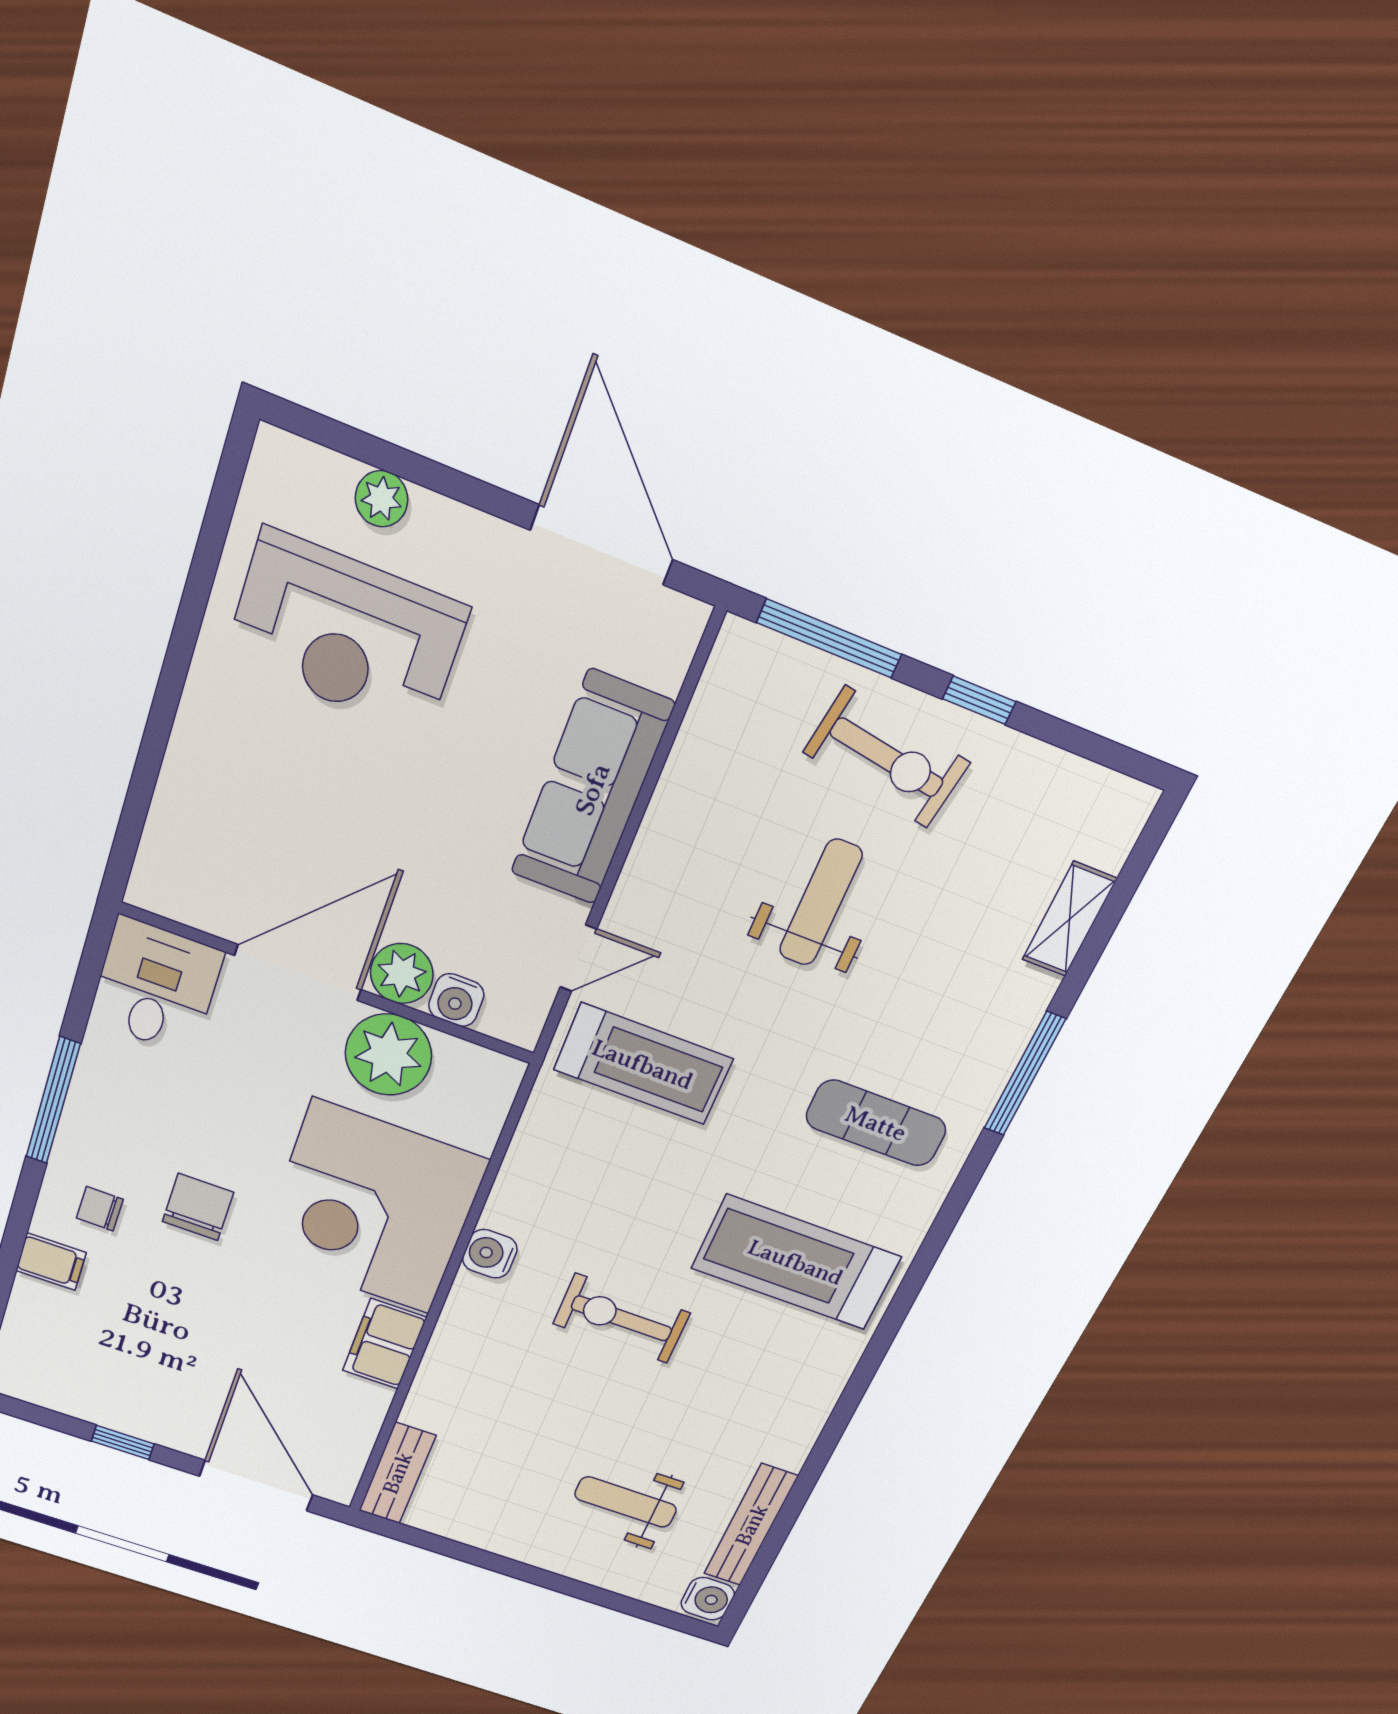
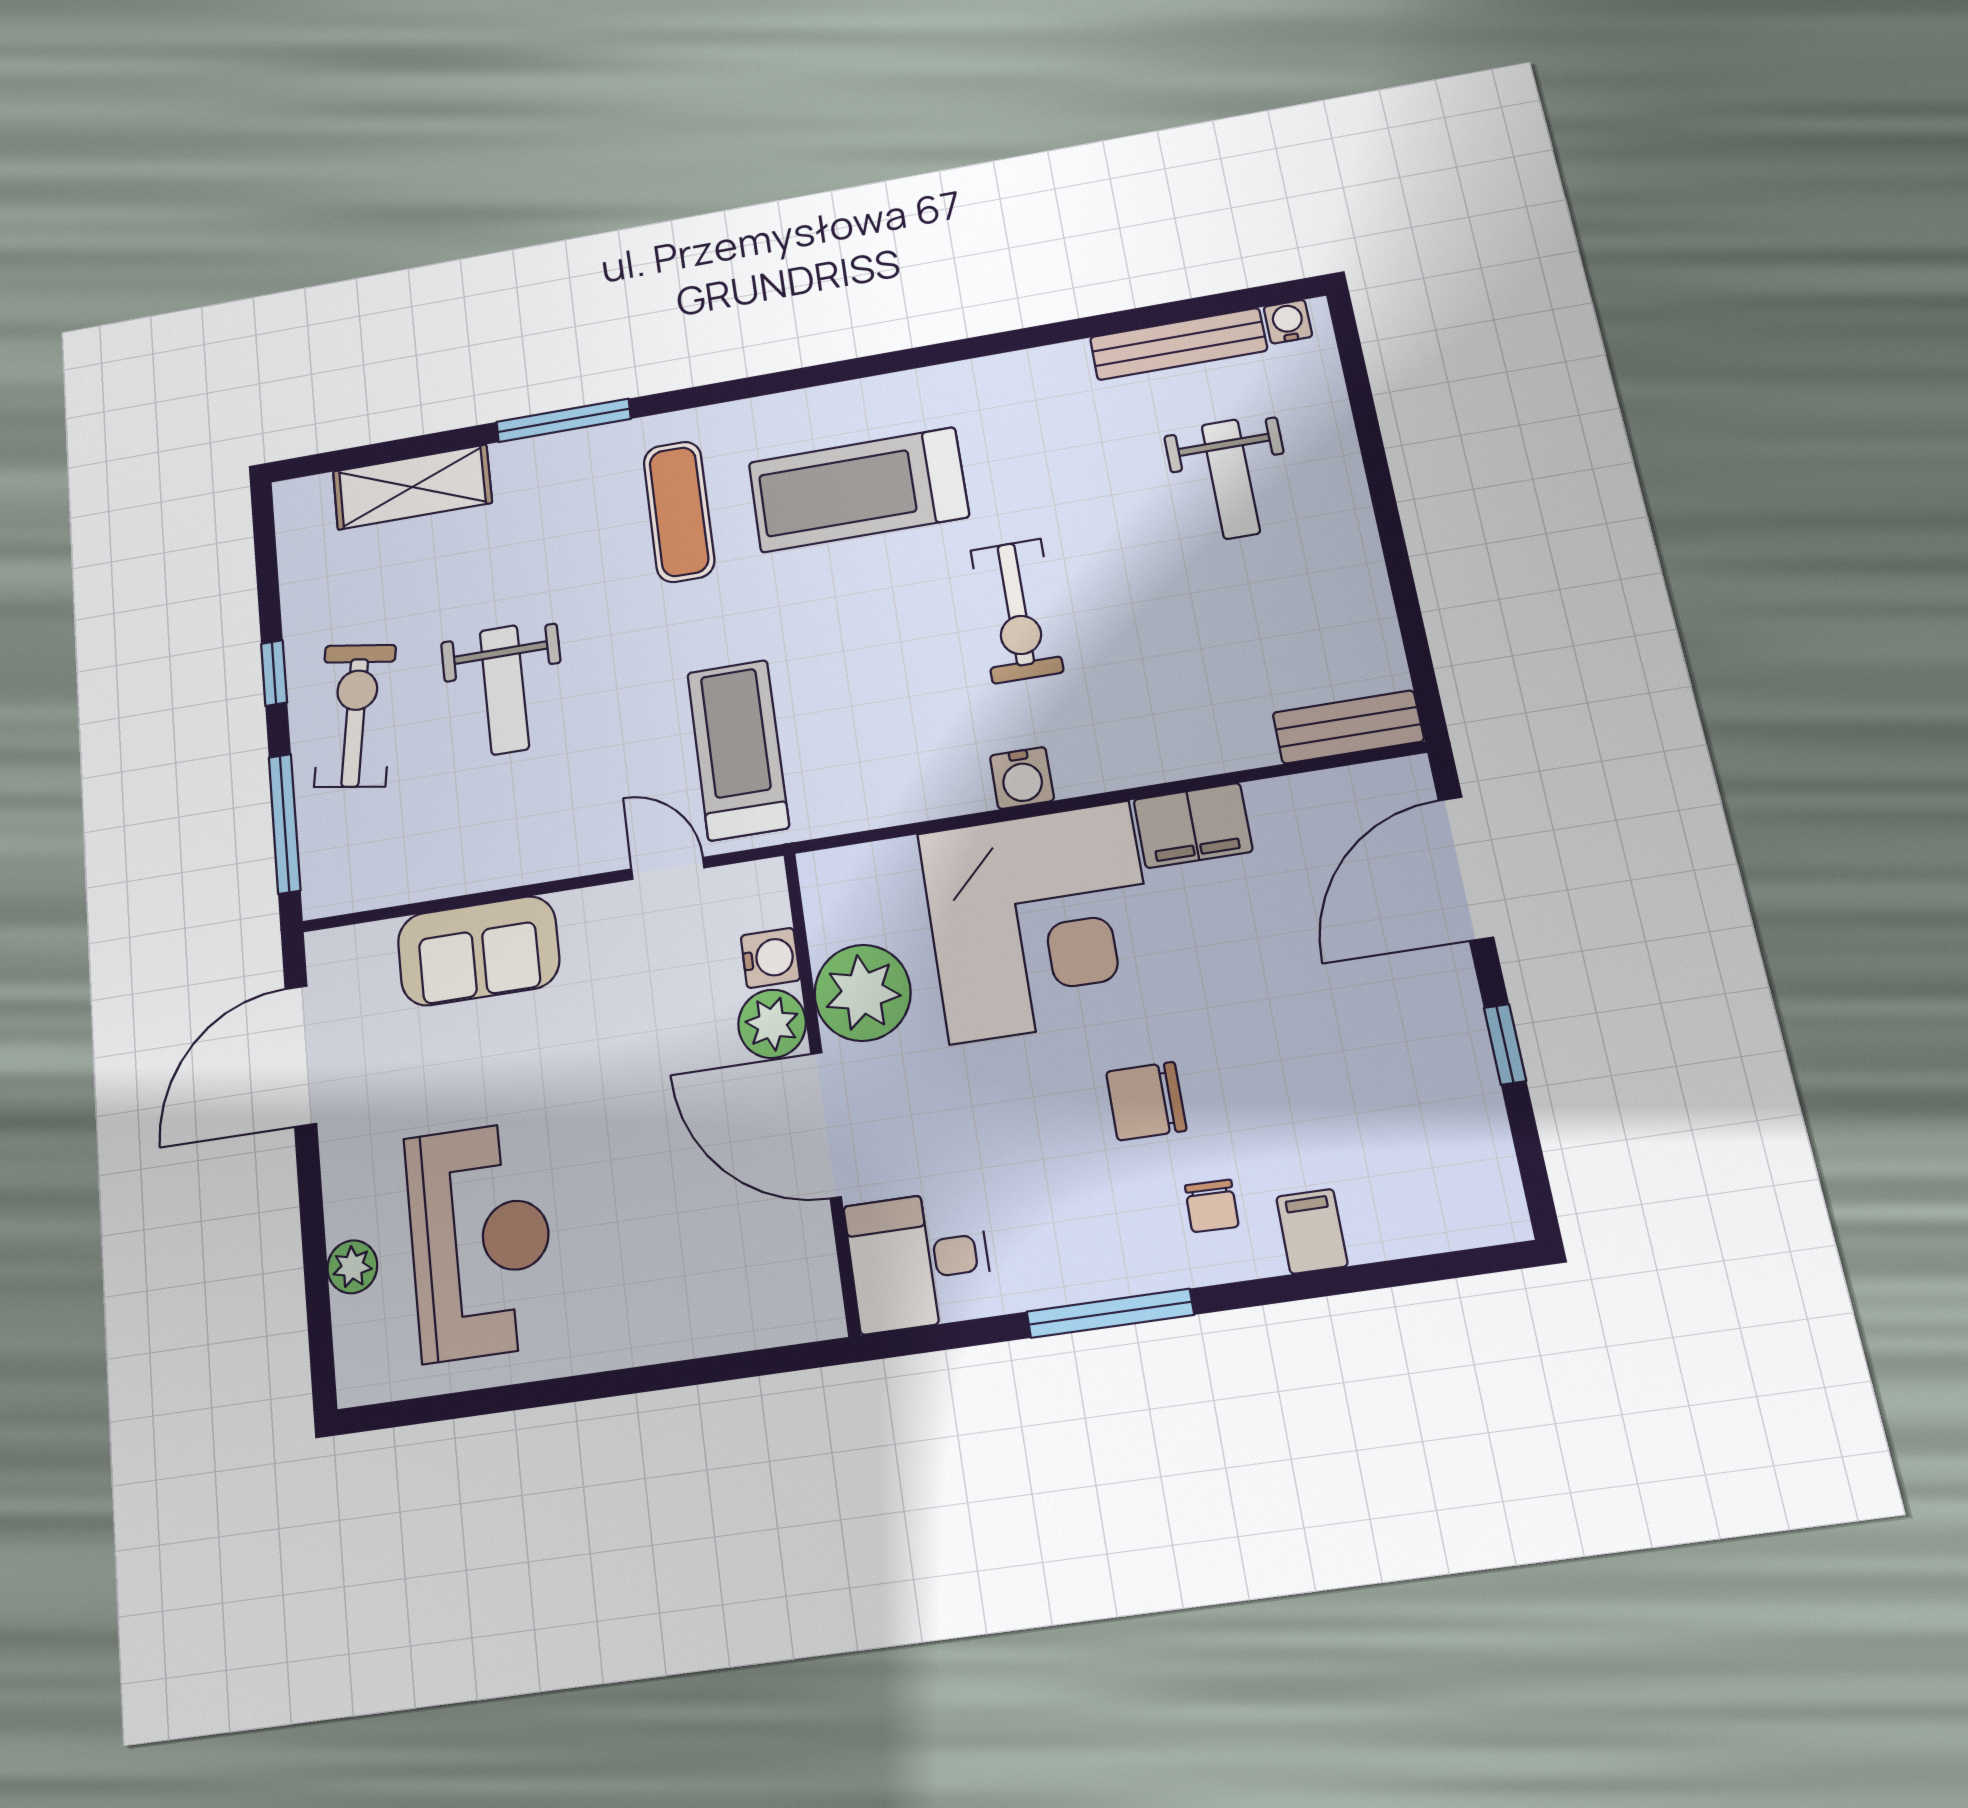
sofa: (592, 789) -> (478, 951), width x0.73
weight bench: (821, 903) -> (504, 690), turned -90
shelving: (1069, 919) -> (412, 487), width x1.50, depth x1.33
treadmill: (796, 1262) -> (858, 490), turned 90
water cooler: (708, 1599) -> (1288, 322), width x0.72, depth x0.72

